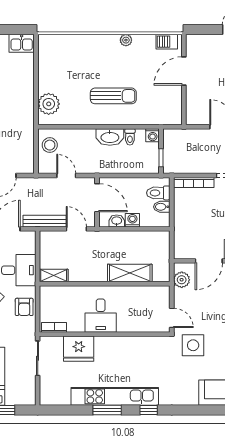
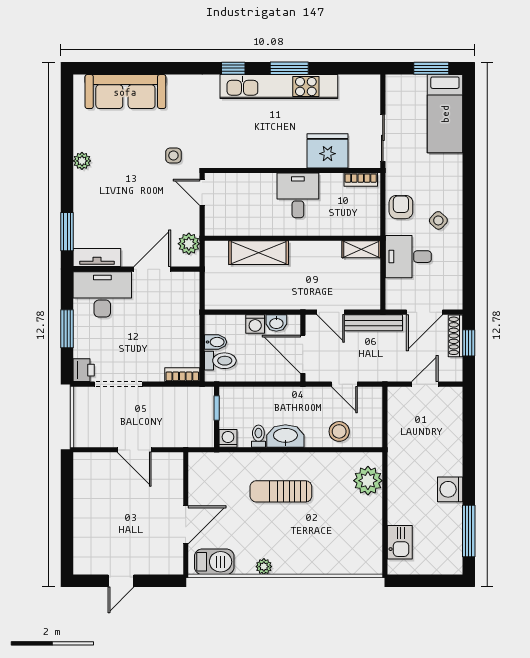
barbecue: (167, 42) -> (214, 562), width x1.38, depth x1.27
kitchen sink: (22, 43) -> (400, 542), moved, turned 90
stool: (50, 145) -> (339, 431), moved
bookcase: (194, 183) -> (182, 375), width x0.64
side table: (193, 345) -> (173, 155), width x0.54, depth x0.54

